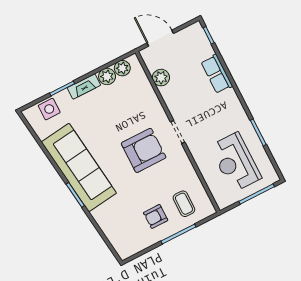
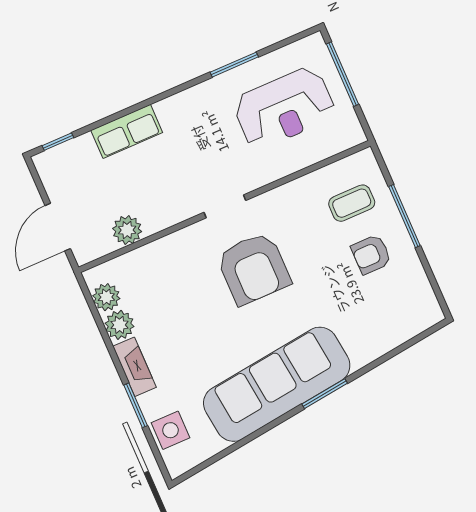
armchair: (144, 150) -> (253, 268), turned 180
armchair: (156, 216) -> (371, 254), turned 90

